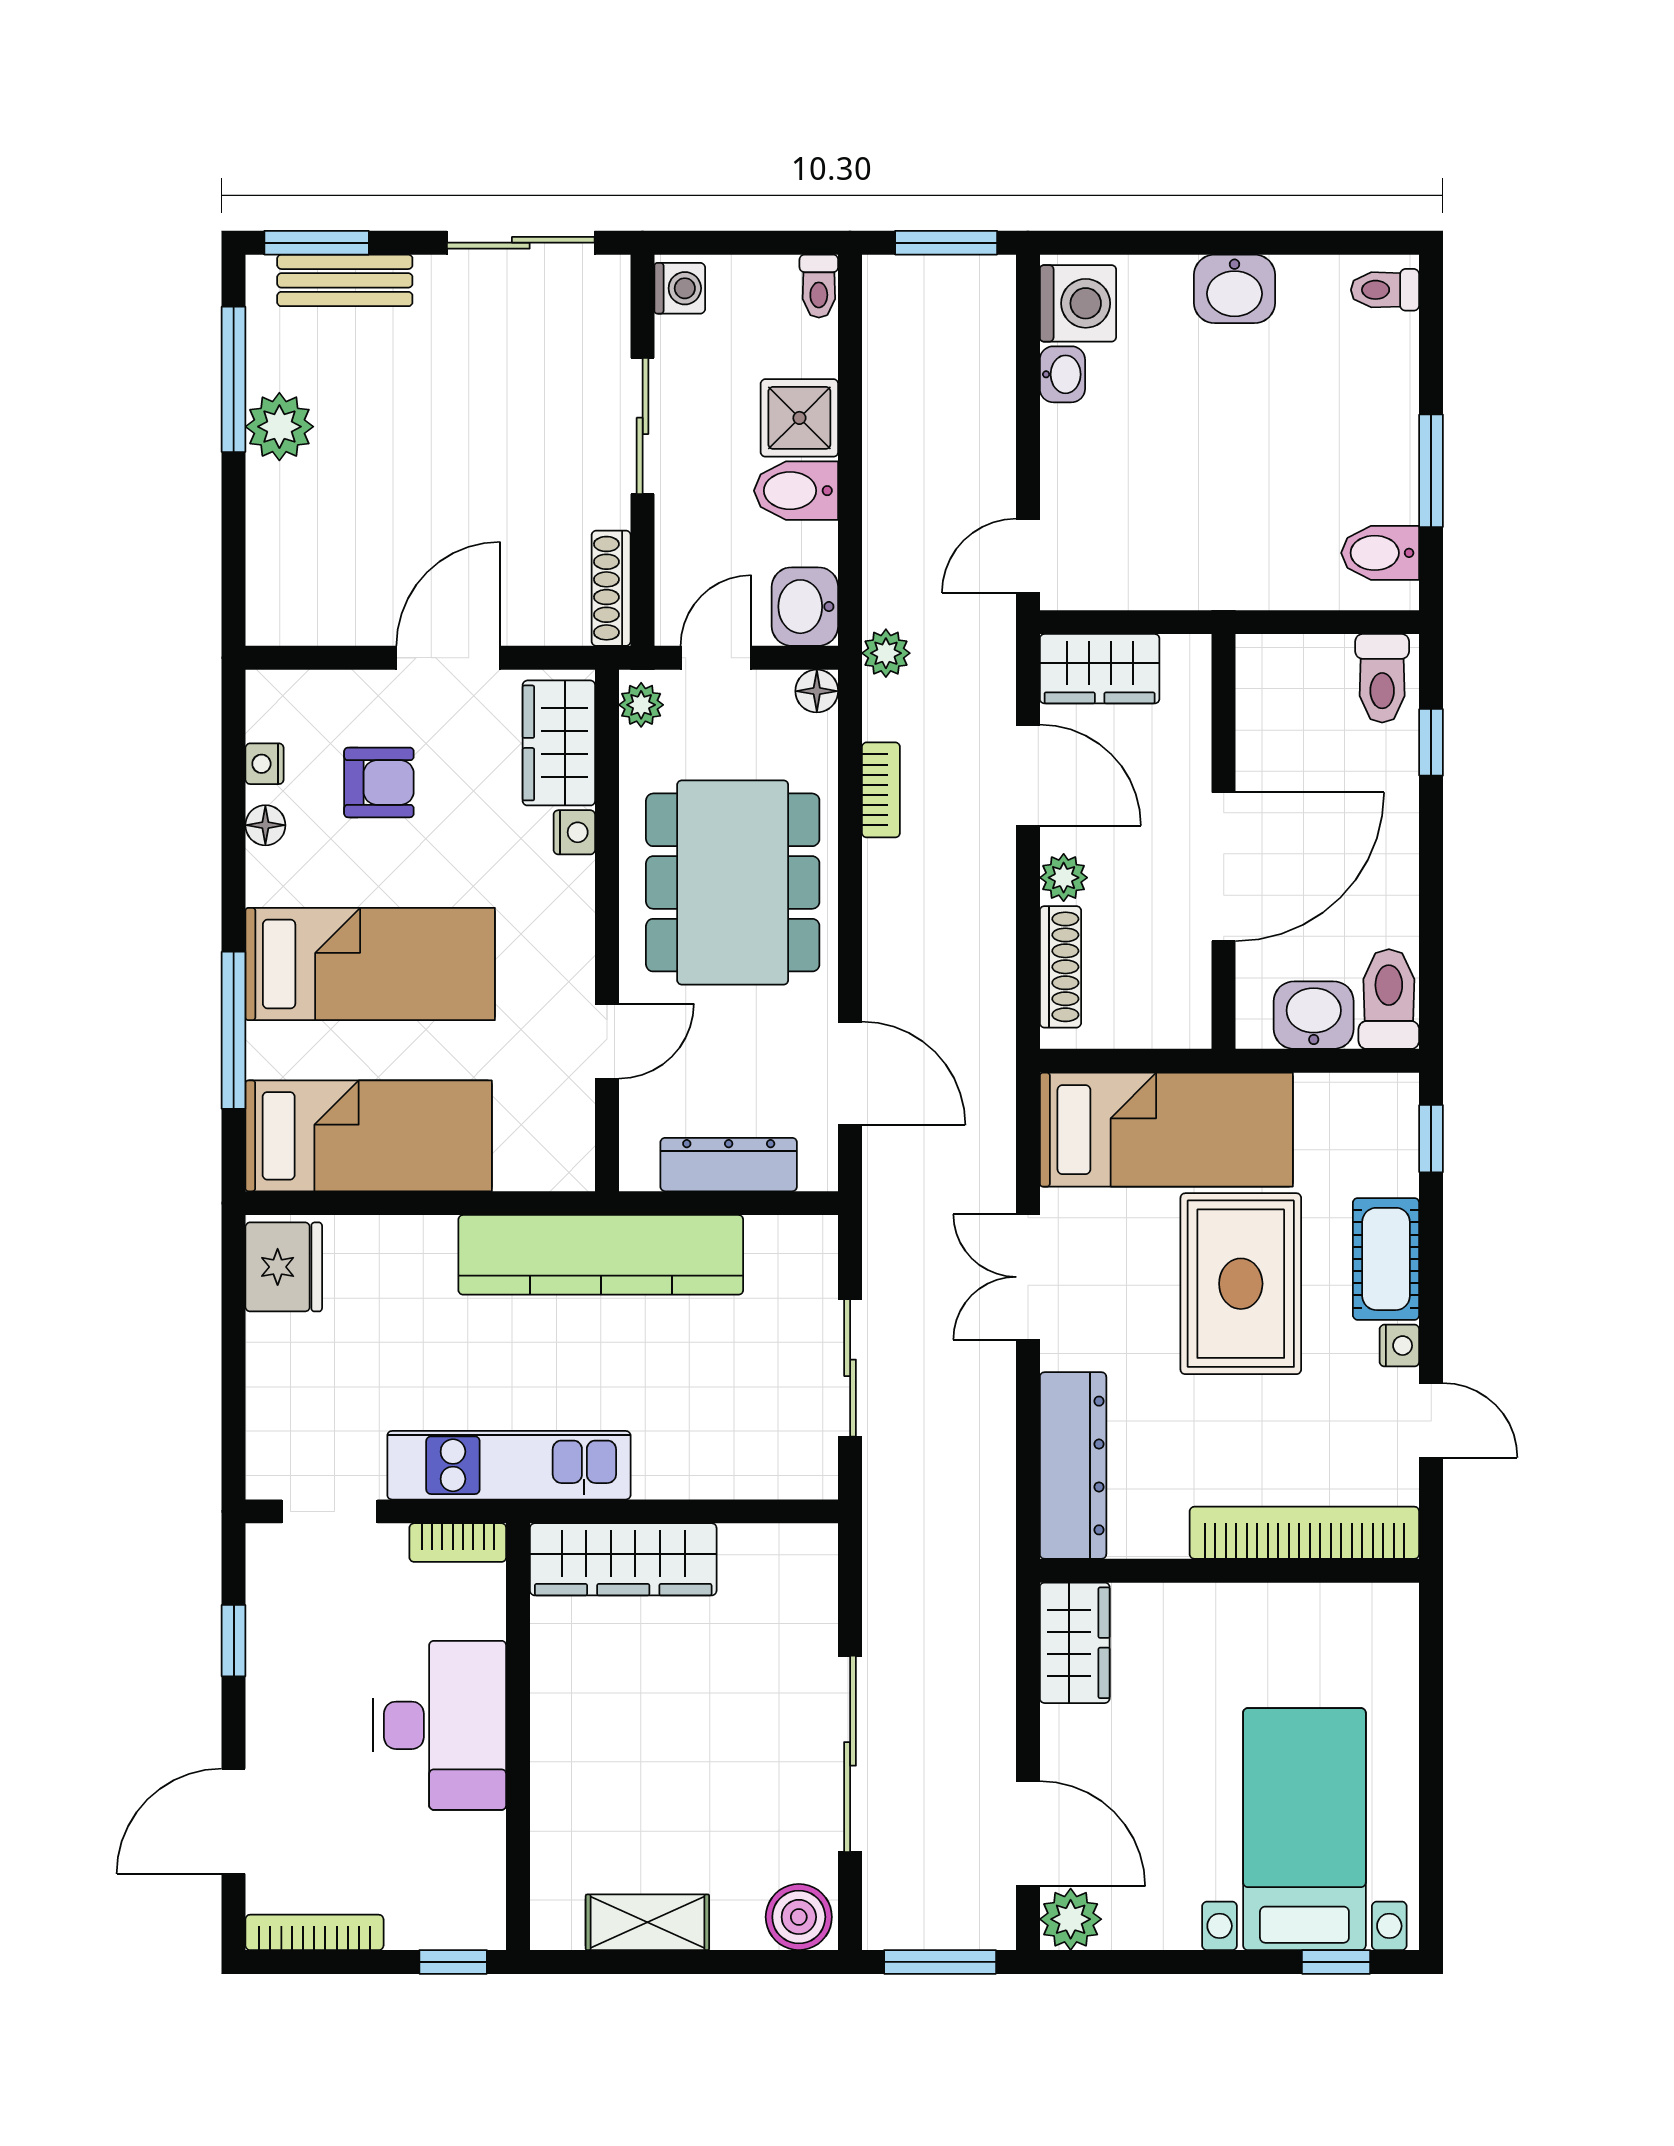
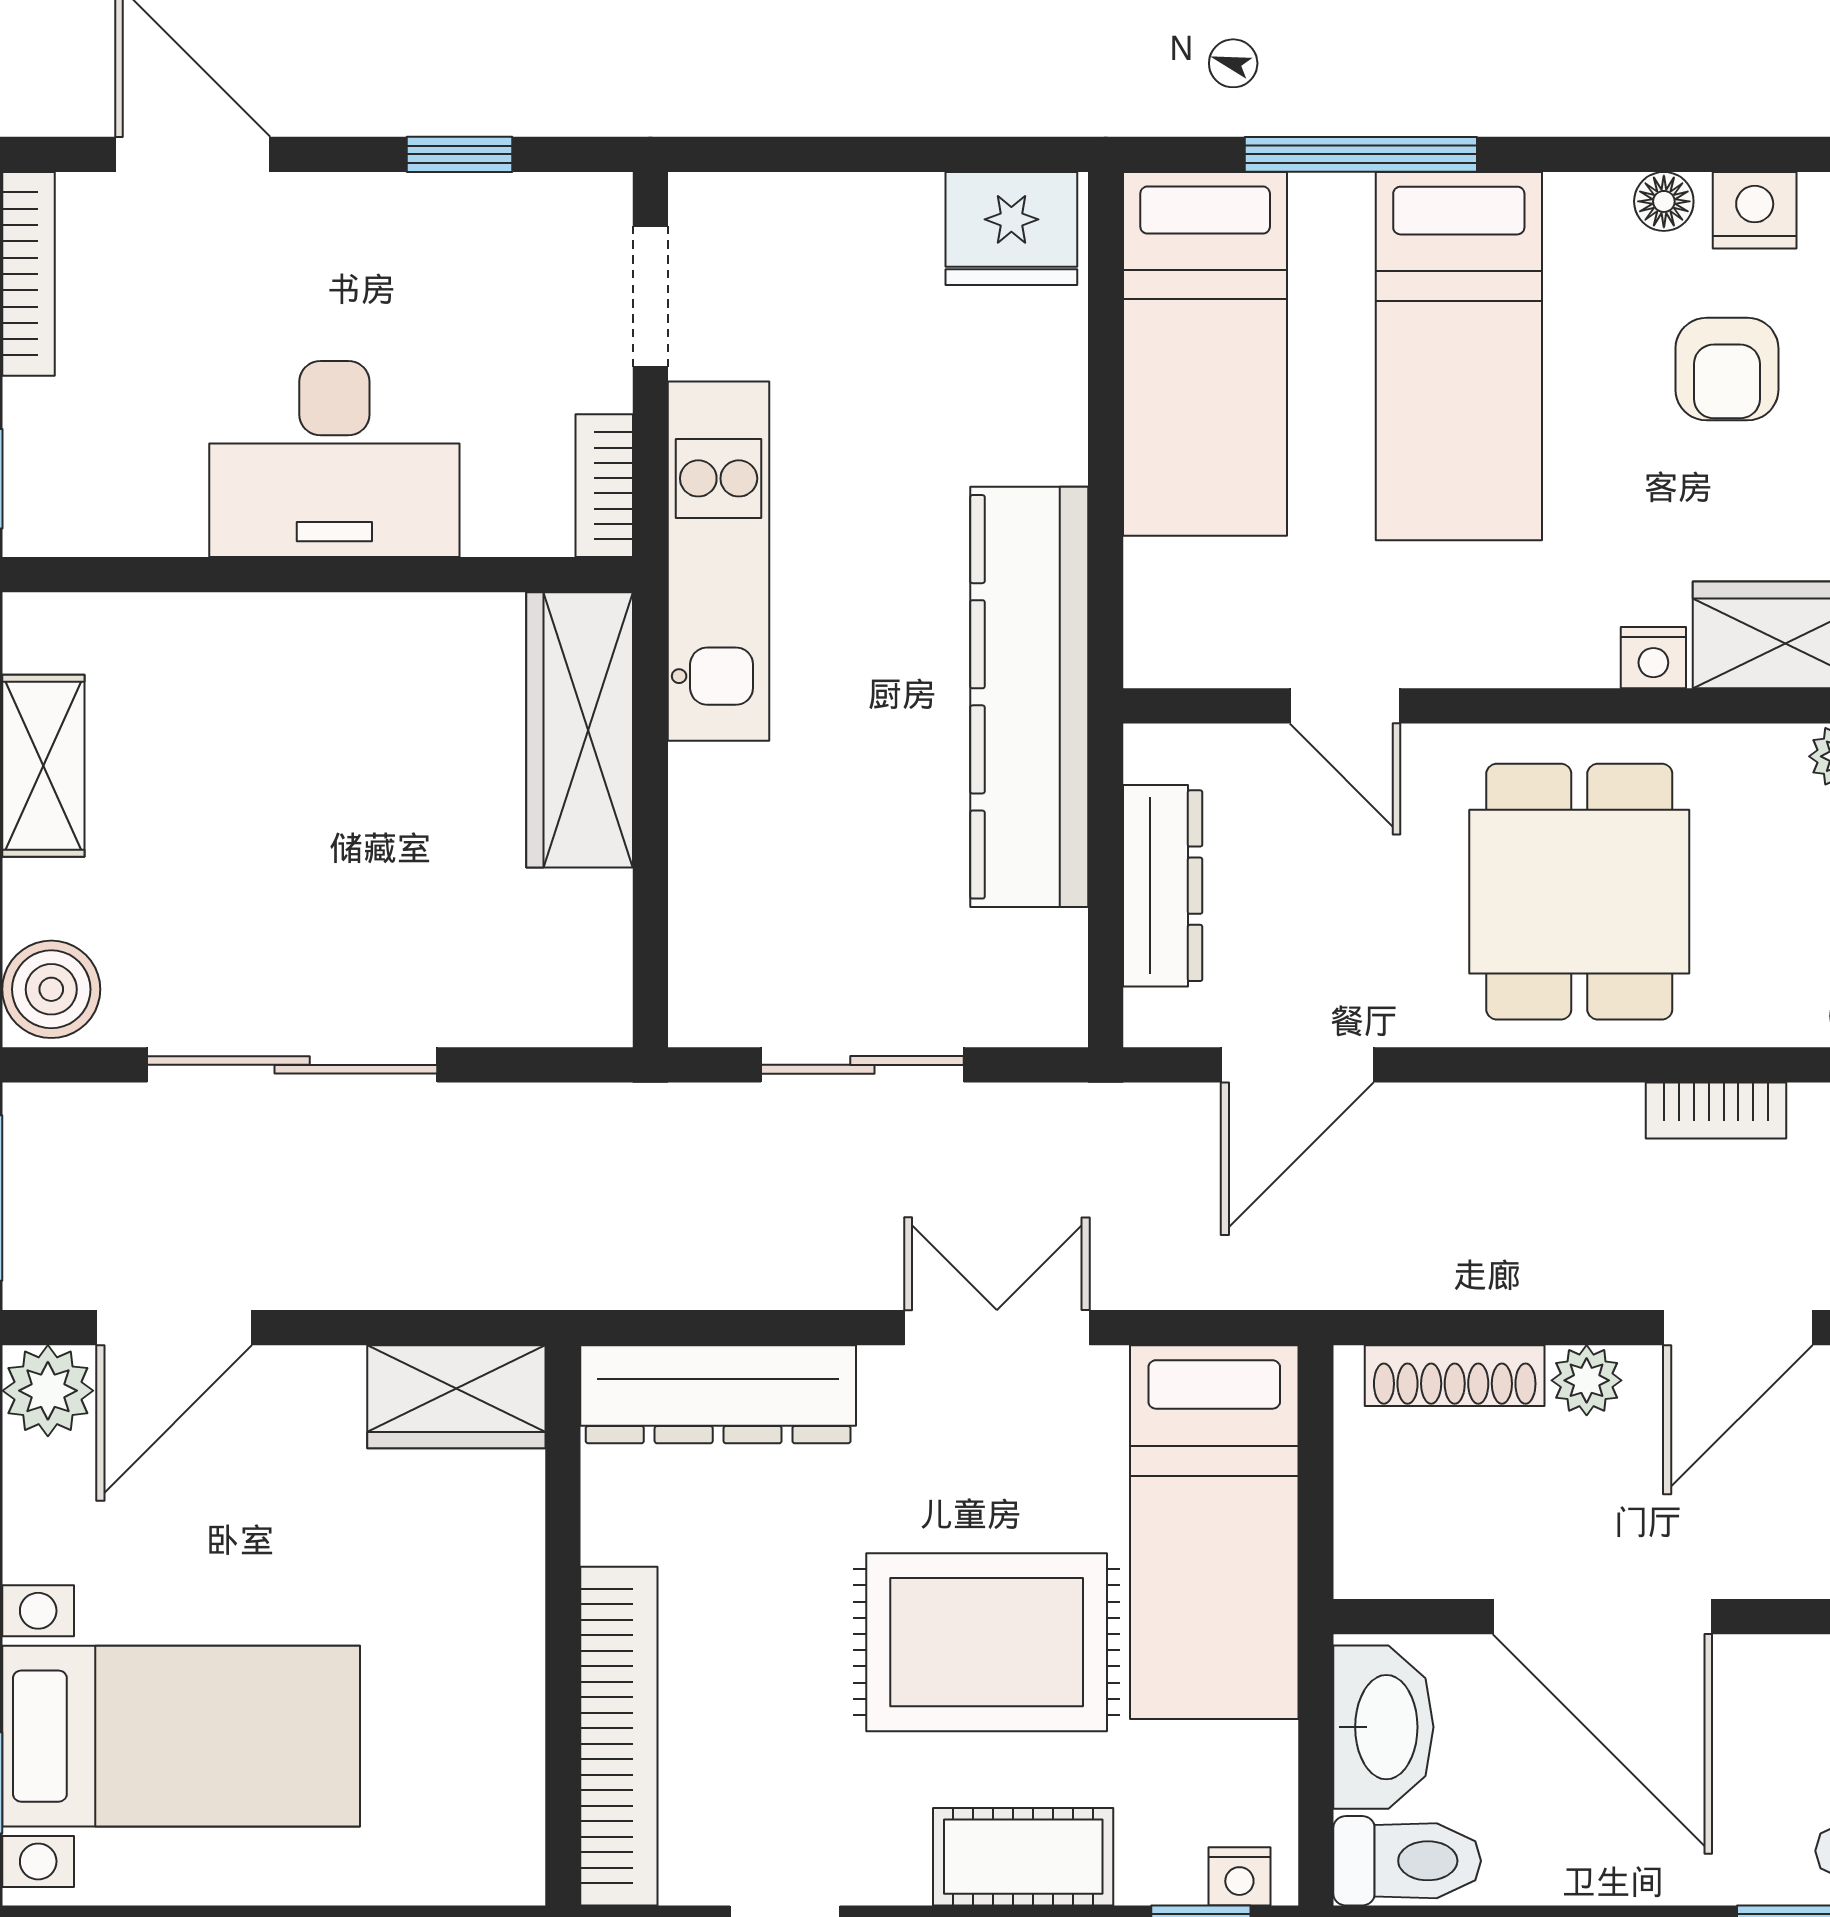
nightstand: (265, 764) -> (1755, 210), width x1.39, depth x1.35
dining table: (733, 882) -> (1579, 892), width x0.73
washbasin: (1314, 1015) -> (1383, 1727), width x1.38
nightstand: (1399, 1346) -> (1239, 1876), moved

